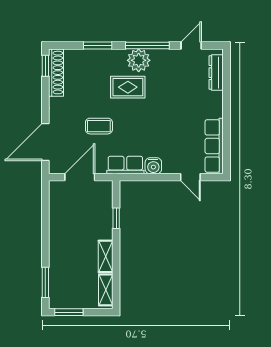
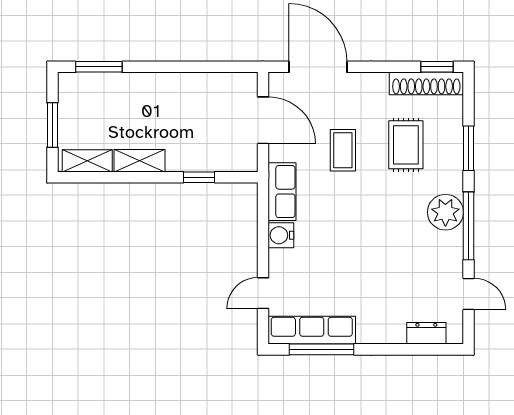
dresser: (216, 73) -> (426, 333), width x0.70
rug: (128, 87) -> (406, 145), moved
window: (226, 140) -> (322, 349), added
window: (69, 312) -> (52, 125), moved

